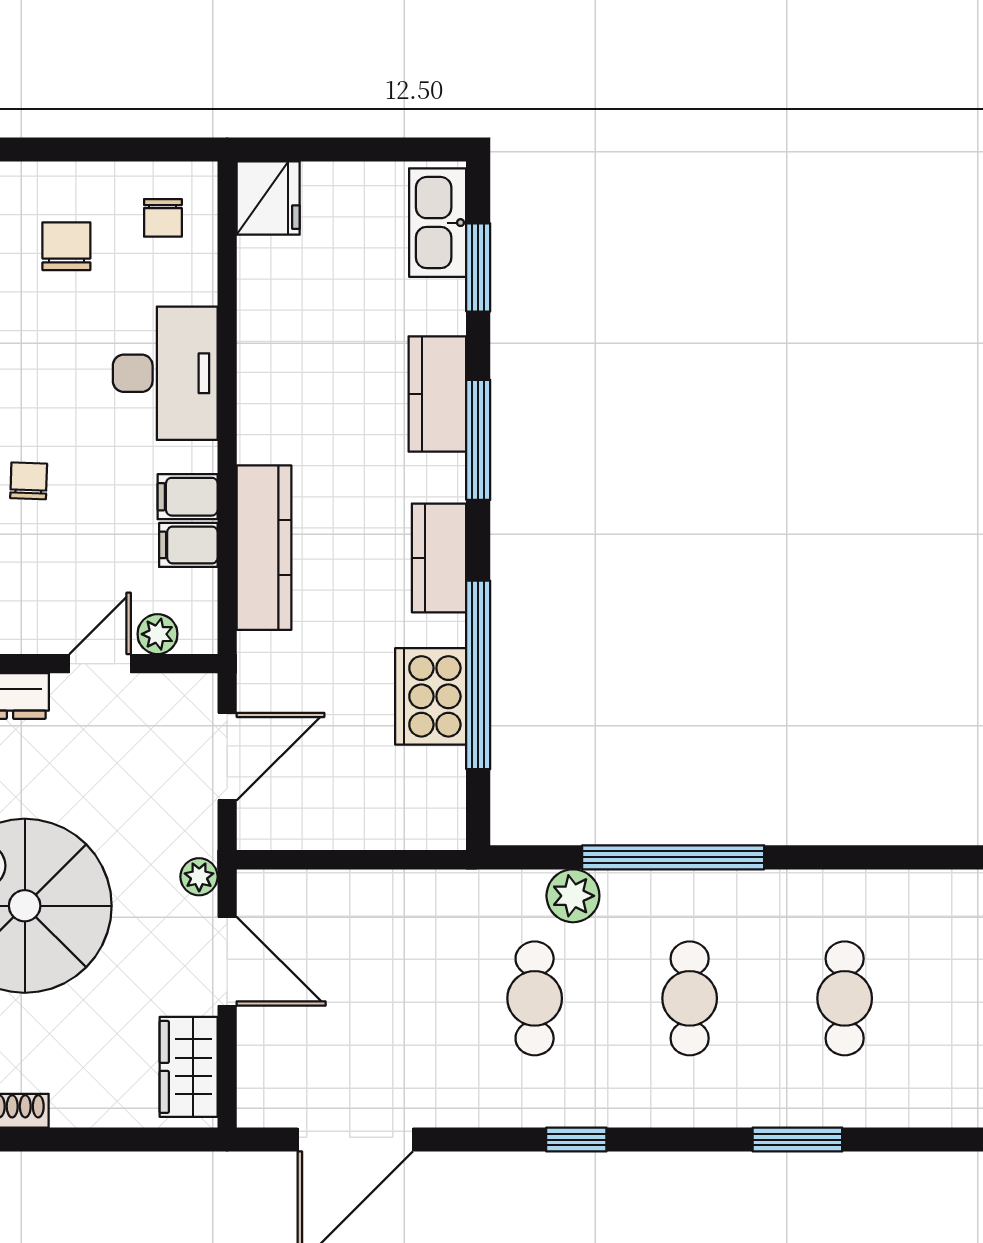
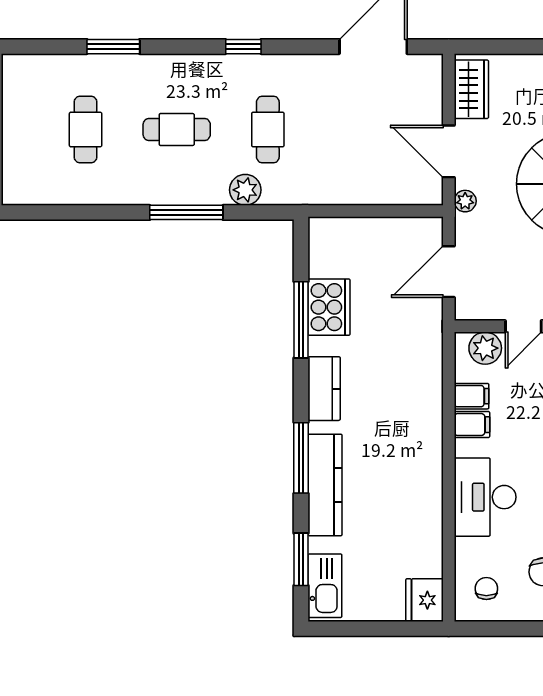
kitchen counter: (437, 394) -> (325, 485), width x1.50
kitchen counter: (264, 548) -> (427, 395), removed
plant: (158, 634) -> (485, 348), width x1.38, depth x1.38
window: (478, 675) -> (301, 320), width x0.68
window: (673, 857) -> (186, 212), width x0.68
cafe table: (690, 998) -> (177, 130), turned 90

